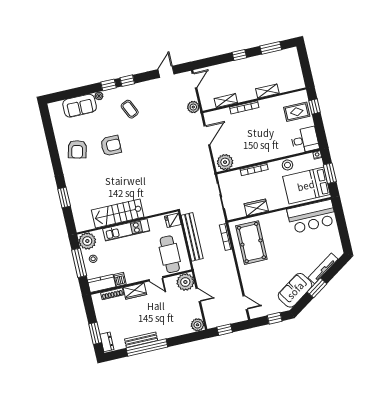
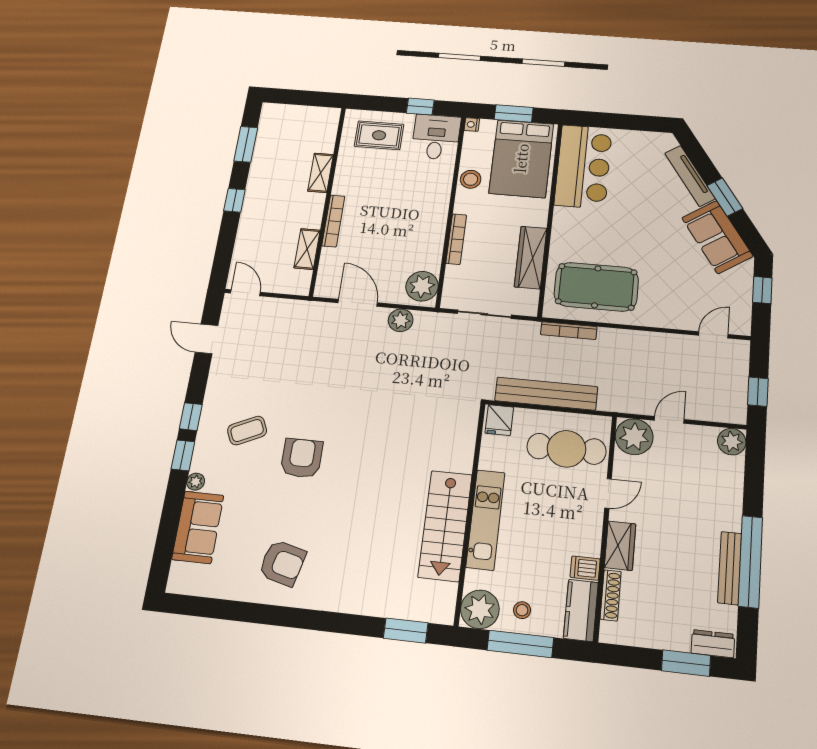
plant: (193, 107) -> (401, 320), moved
window: (315, 107) -> (420, 107), moved
rug: (297, 112) -> (379, 135), turned 90
armchair: (111, 146) -> (302, 458), moved
window: (64, 198) -> (406, 631), moved
wardrobe: (256, 207) -> (531, 257), width x1.50

